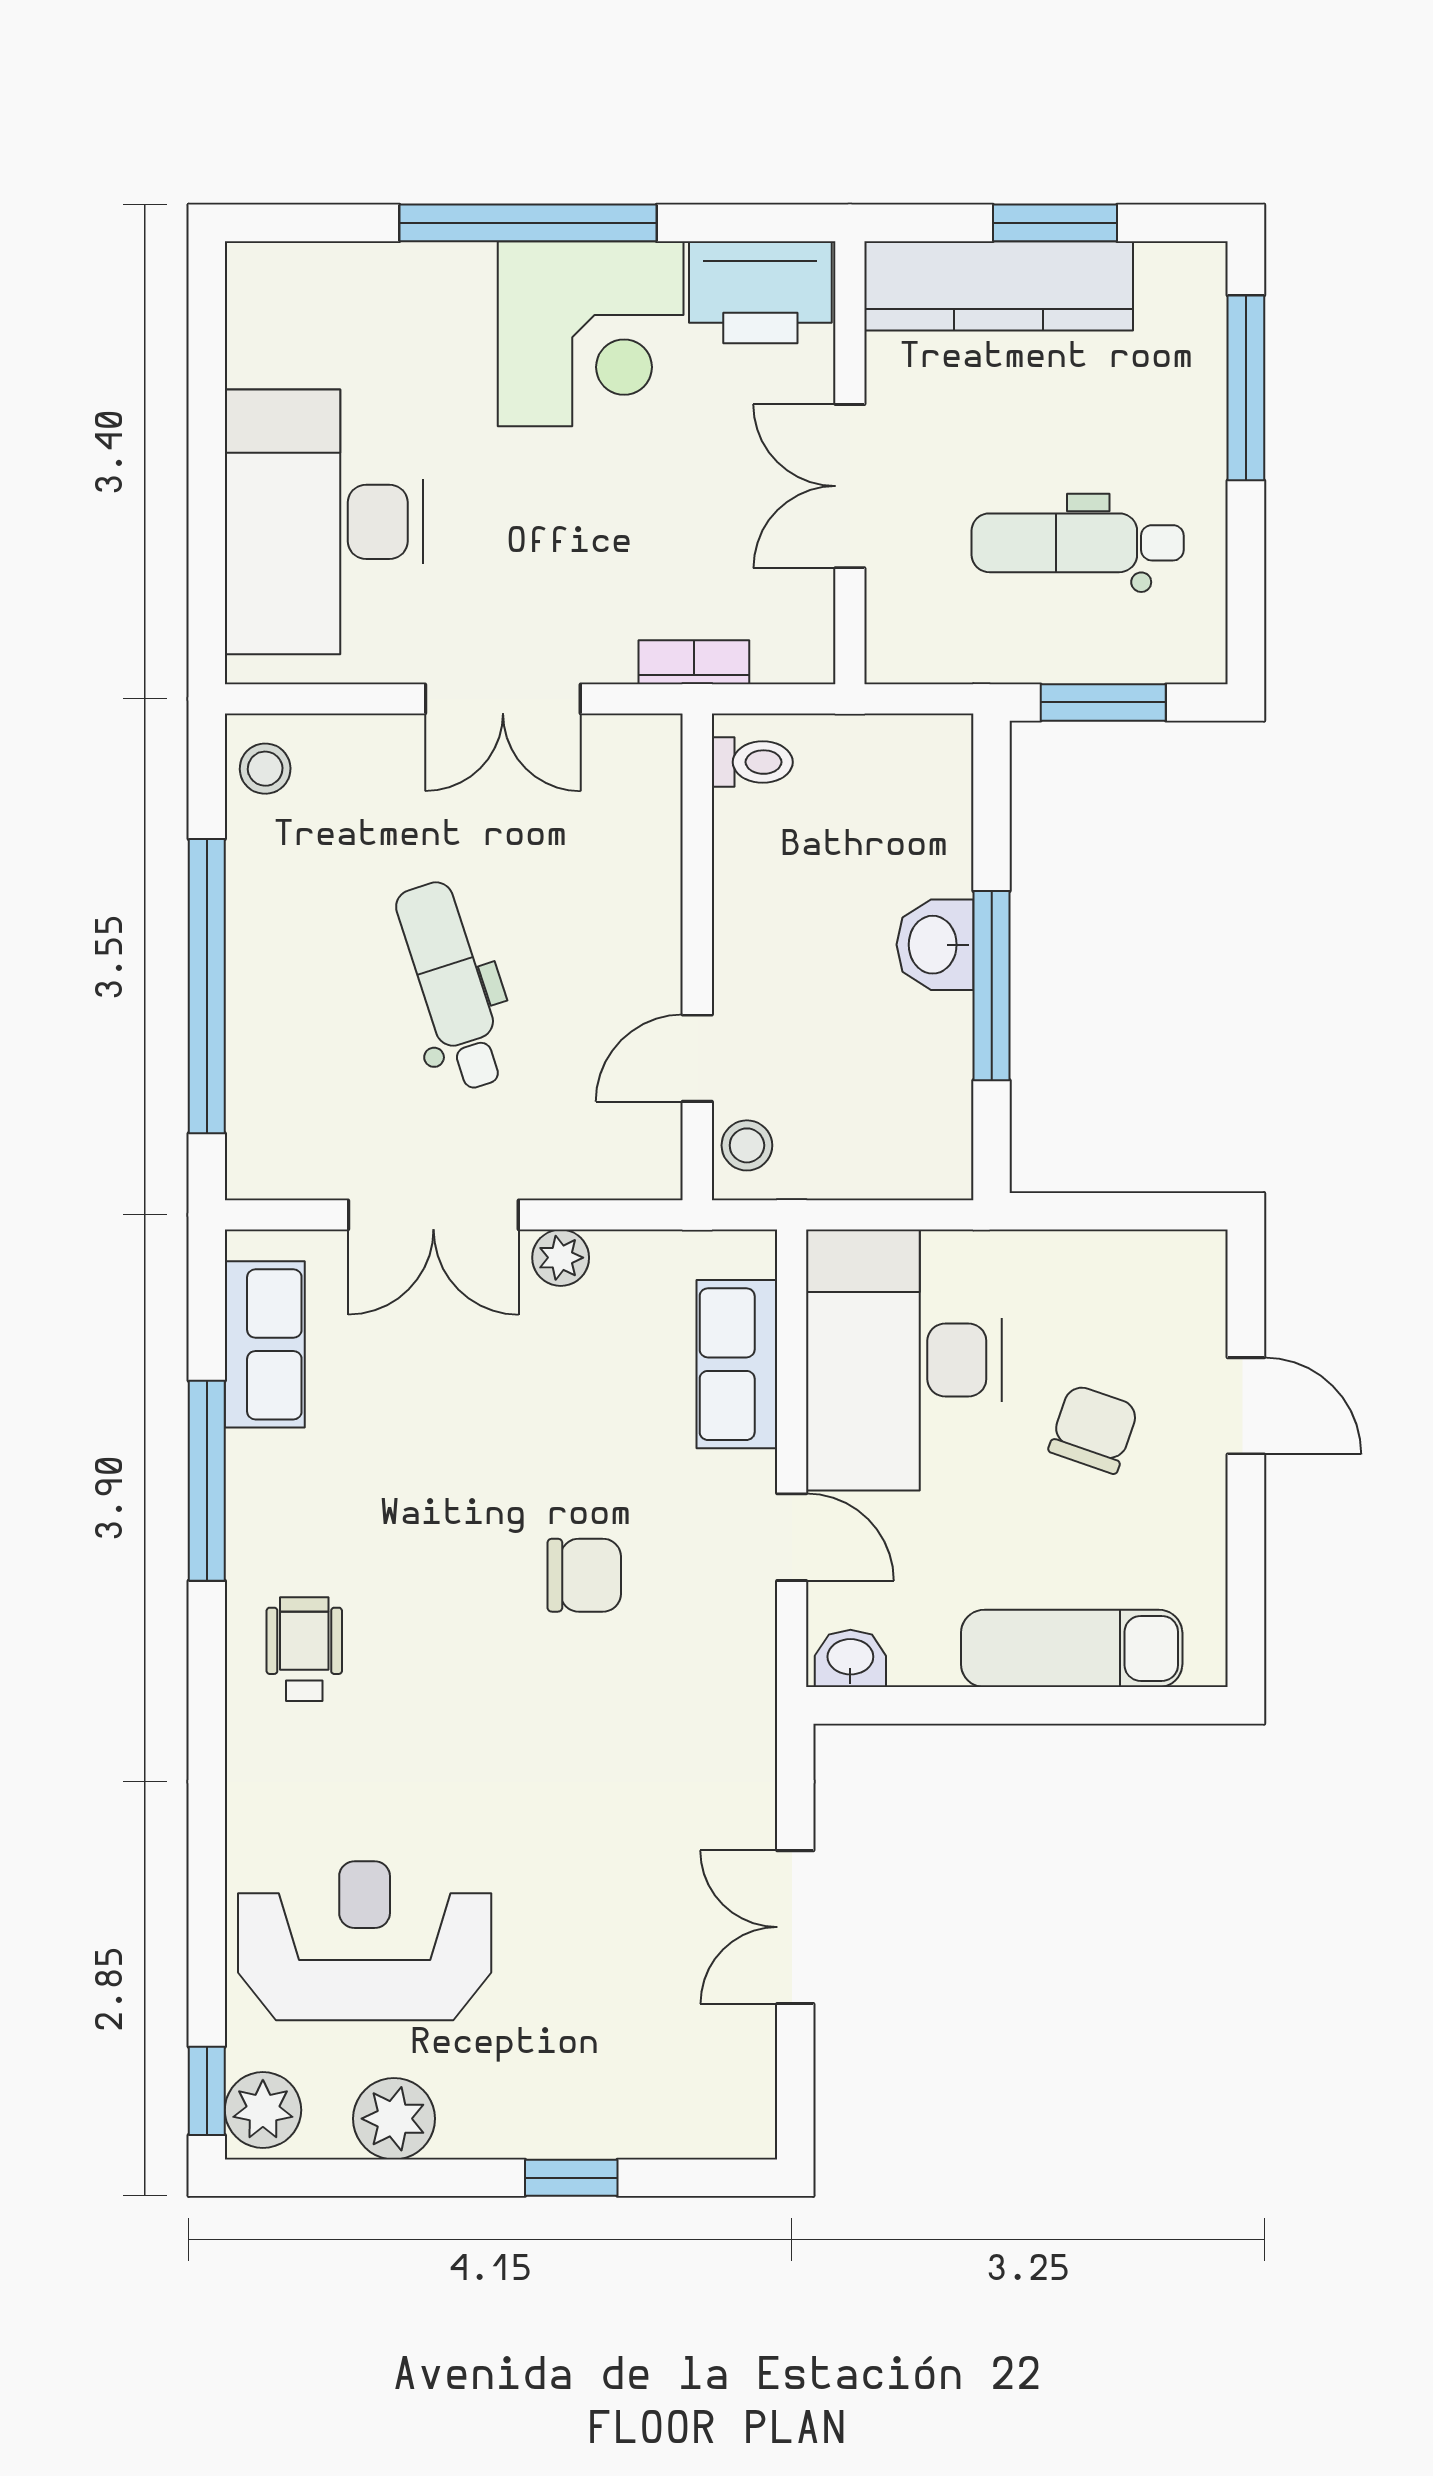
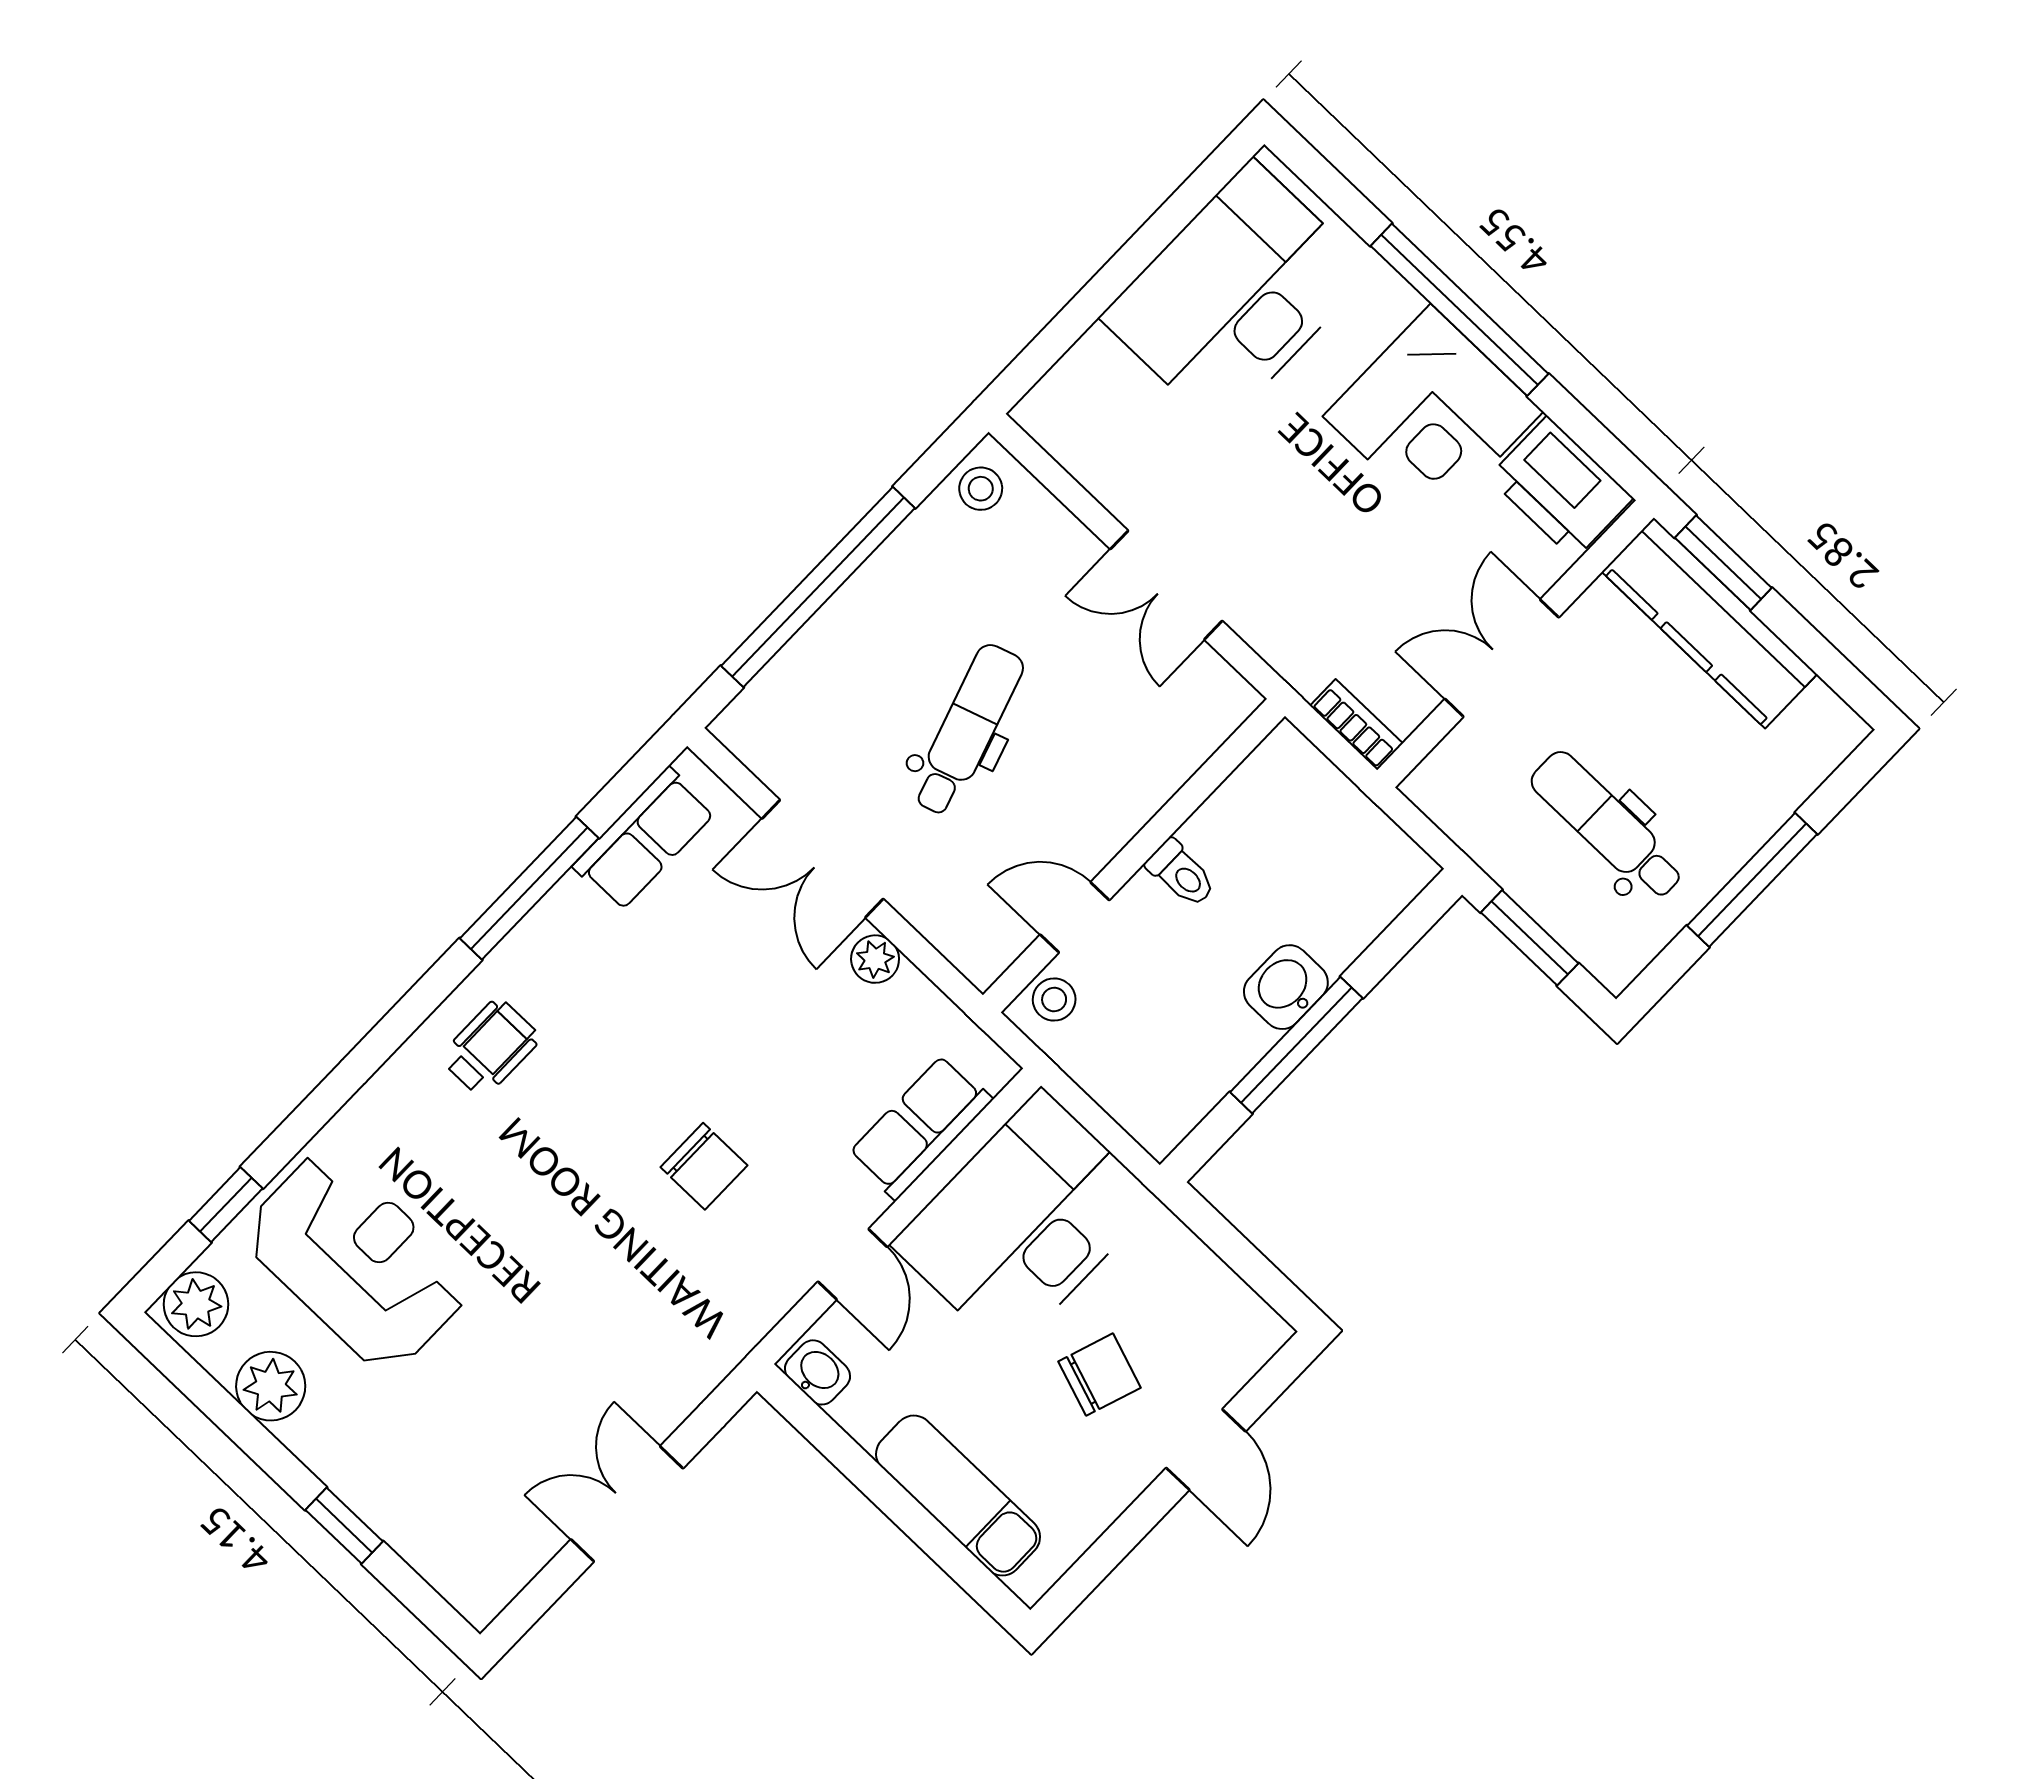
window: (1055, 223) -> (1723, 563), moved
window: (1246, 388) -> (1752, 880), moved
desk: (324, 522) -> (1236, 295), moved
bookcase: (694, 662) -> (1356, 725), moved
toilet: (752, 762) -> (1181, 873), moved
window: (207, 2091) -> (226, 1205), moved

